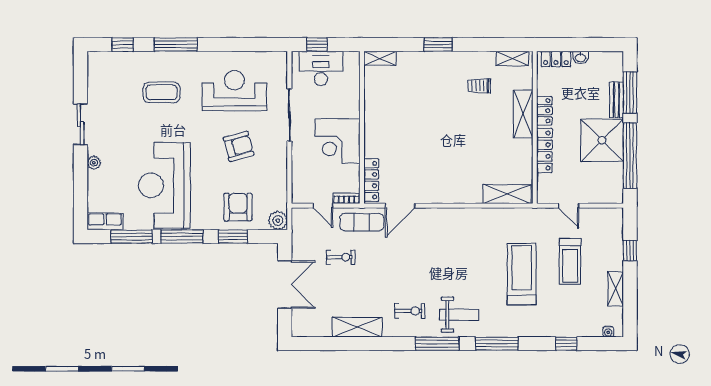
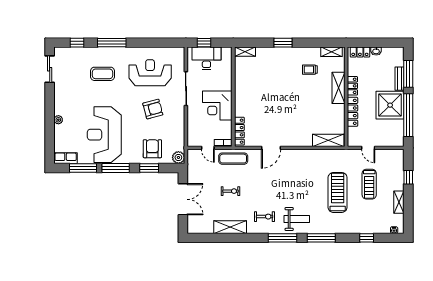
sliding door: (81, 124) -> (50, 69), moved
door: (400, 206) -> (271, 148), moved
exercise bike: (341, 257) -> (231, 191), moved

